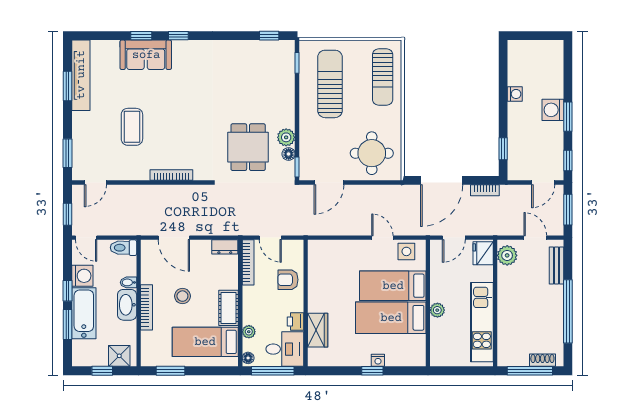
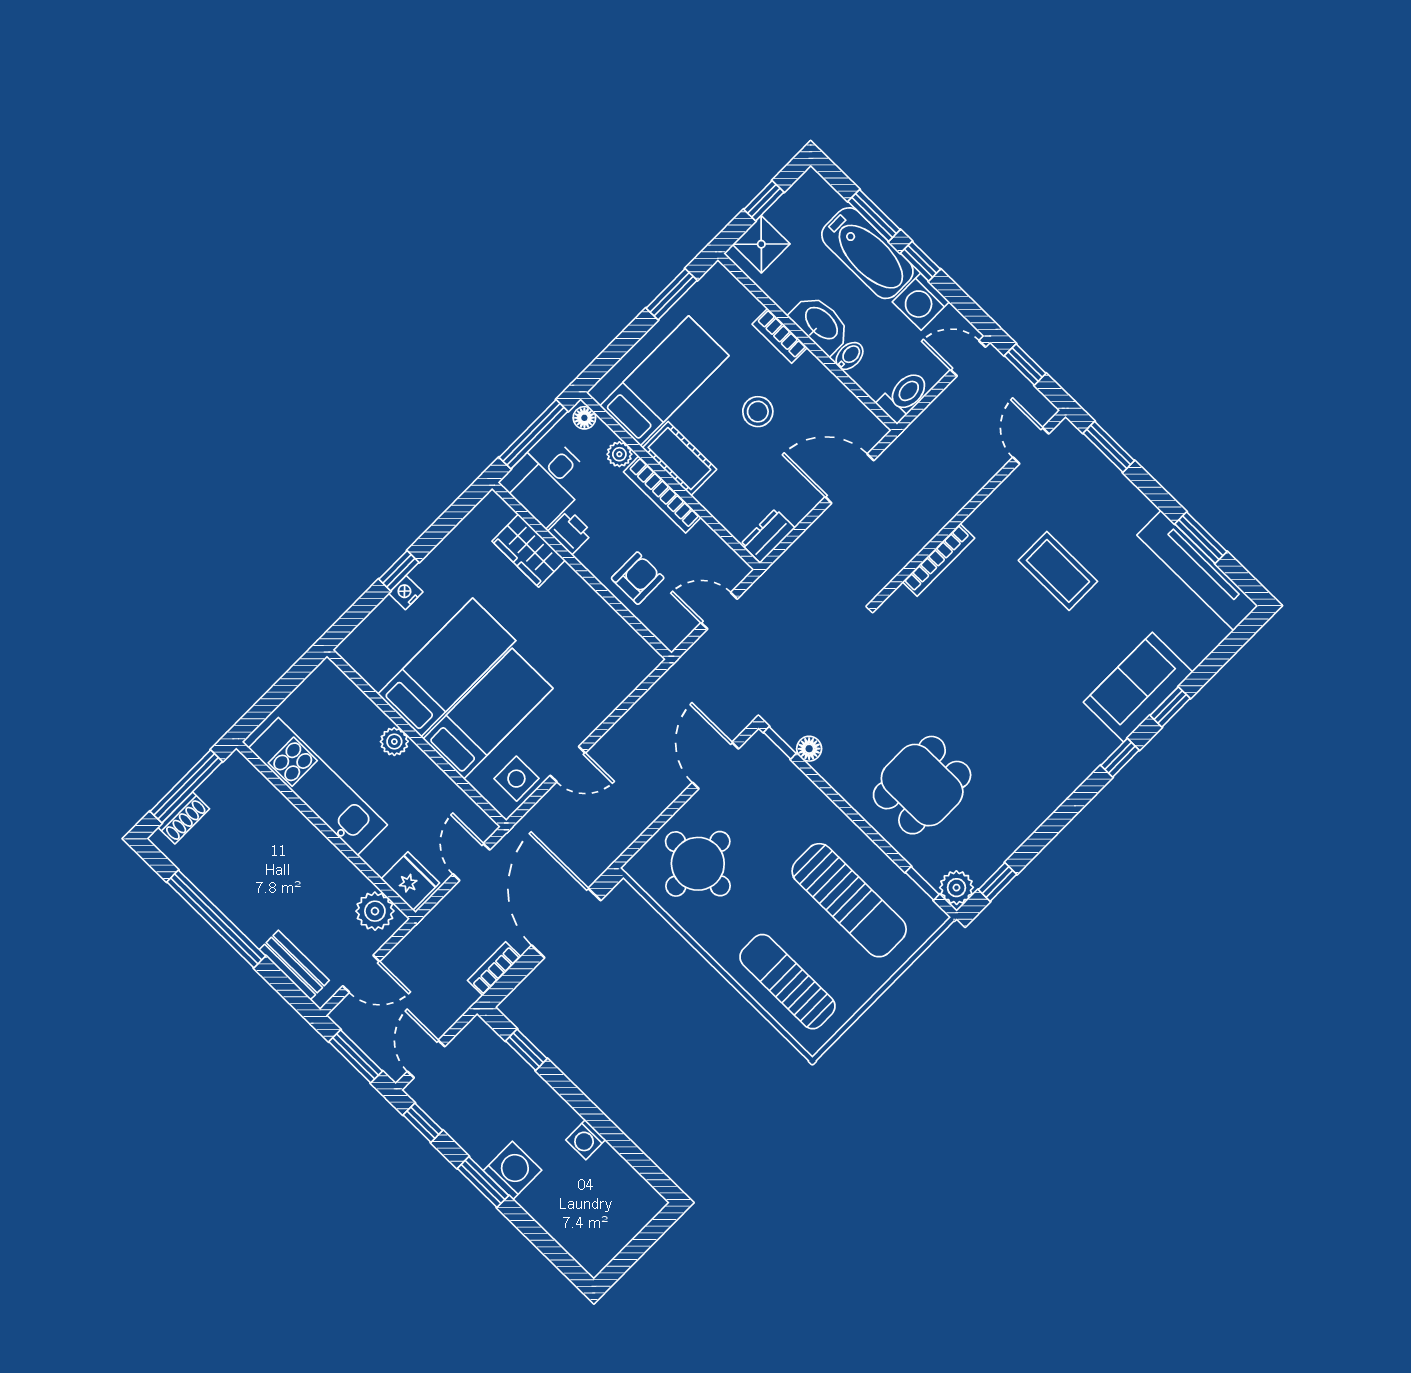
plant: (286, 137) -> (956, 888), moved
dining table: (248, 147) -> (922, 785), moved, turned 90
bookcase: (248, 262) -> (662, 495), moved
bookcase: (146, 307) -> (780, 336), width x0.64

